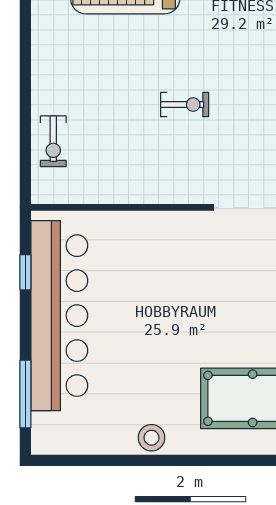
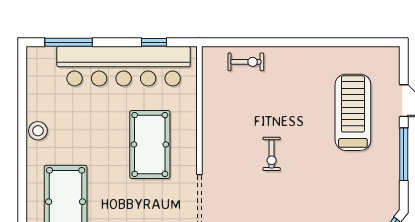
exercise bike: (53, 141) -> (246, 62), turned 180
pool table: (171, 278) -> (150, 144), added

